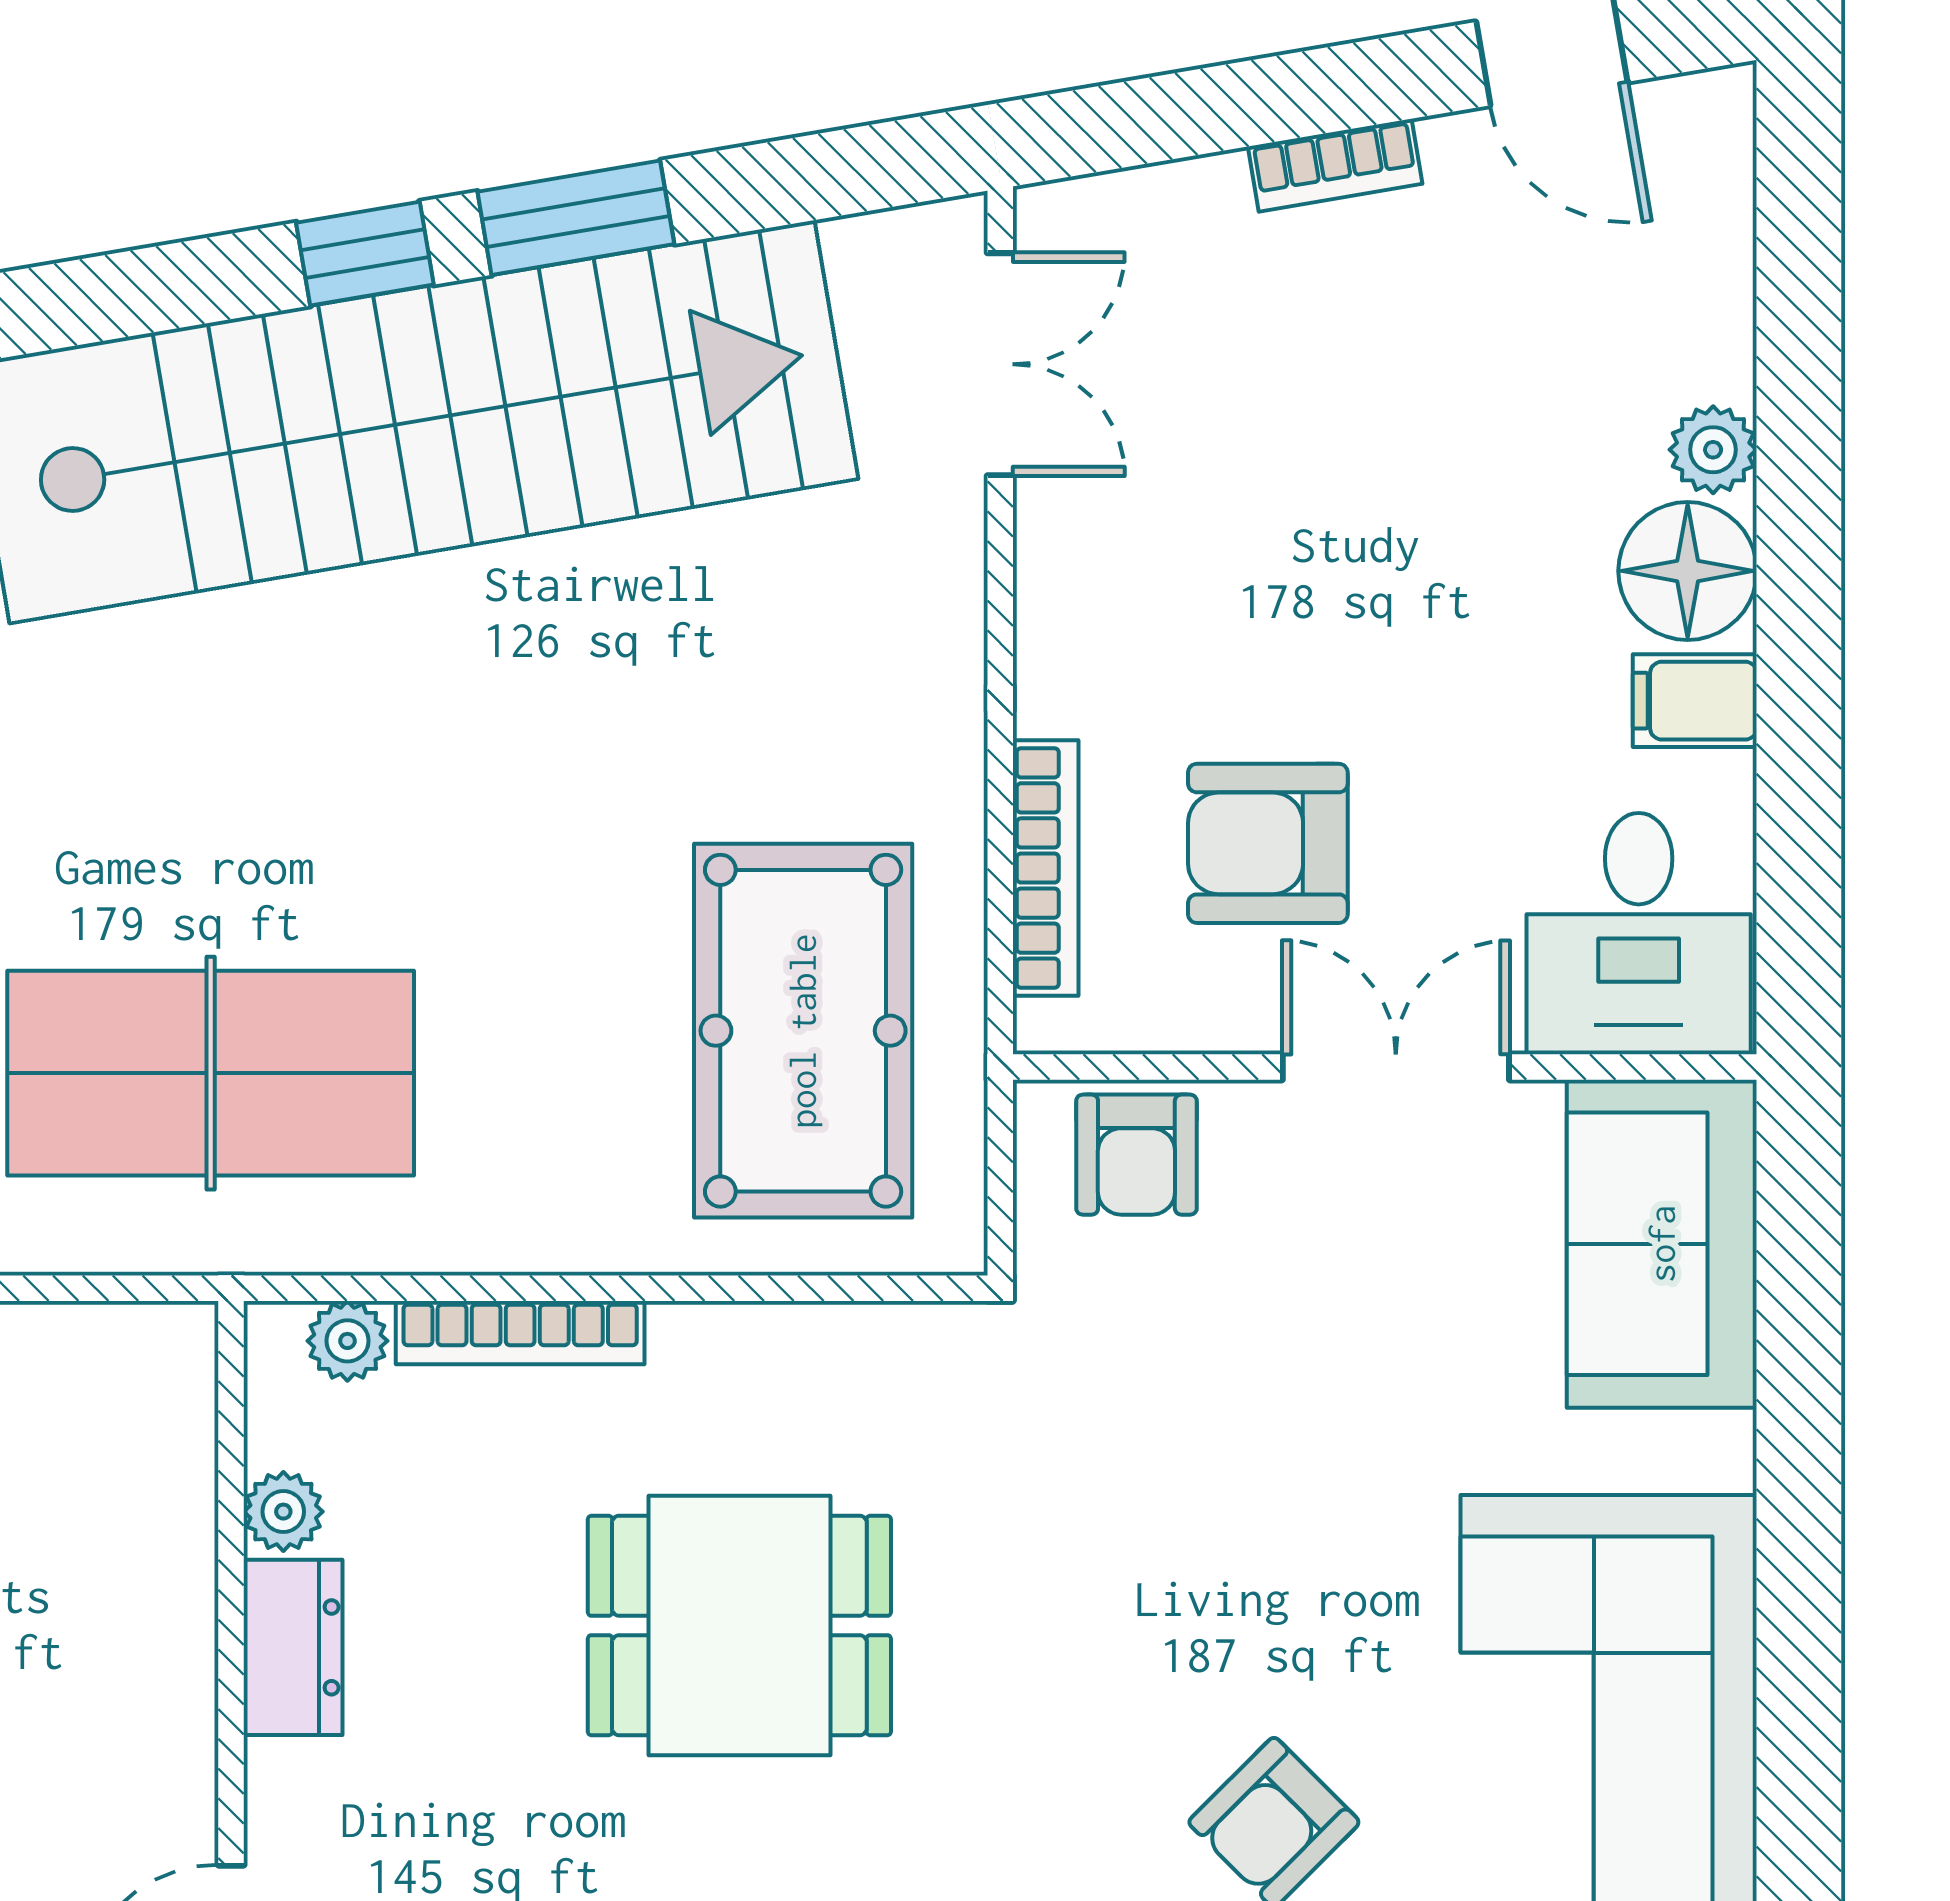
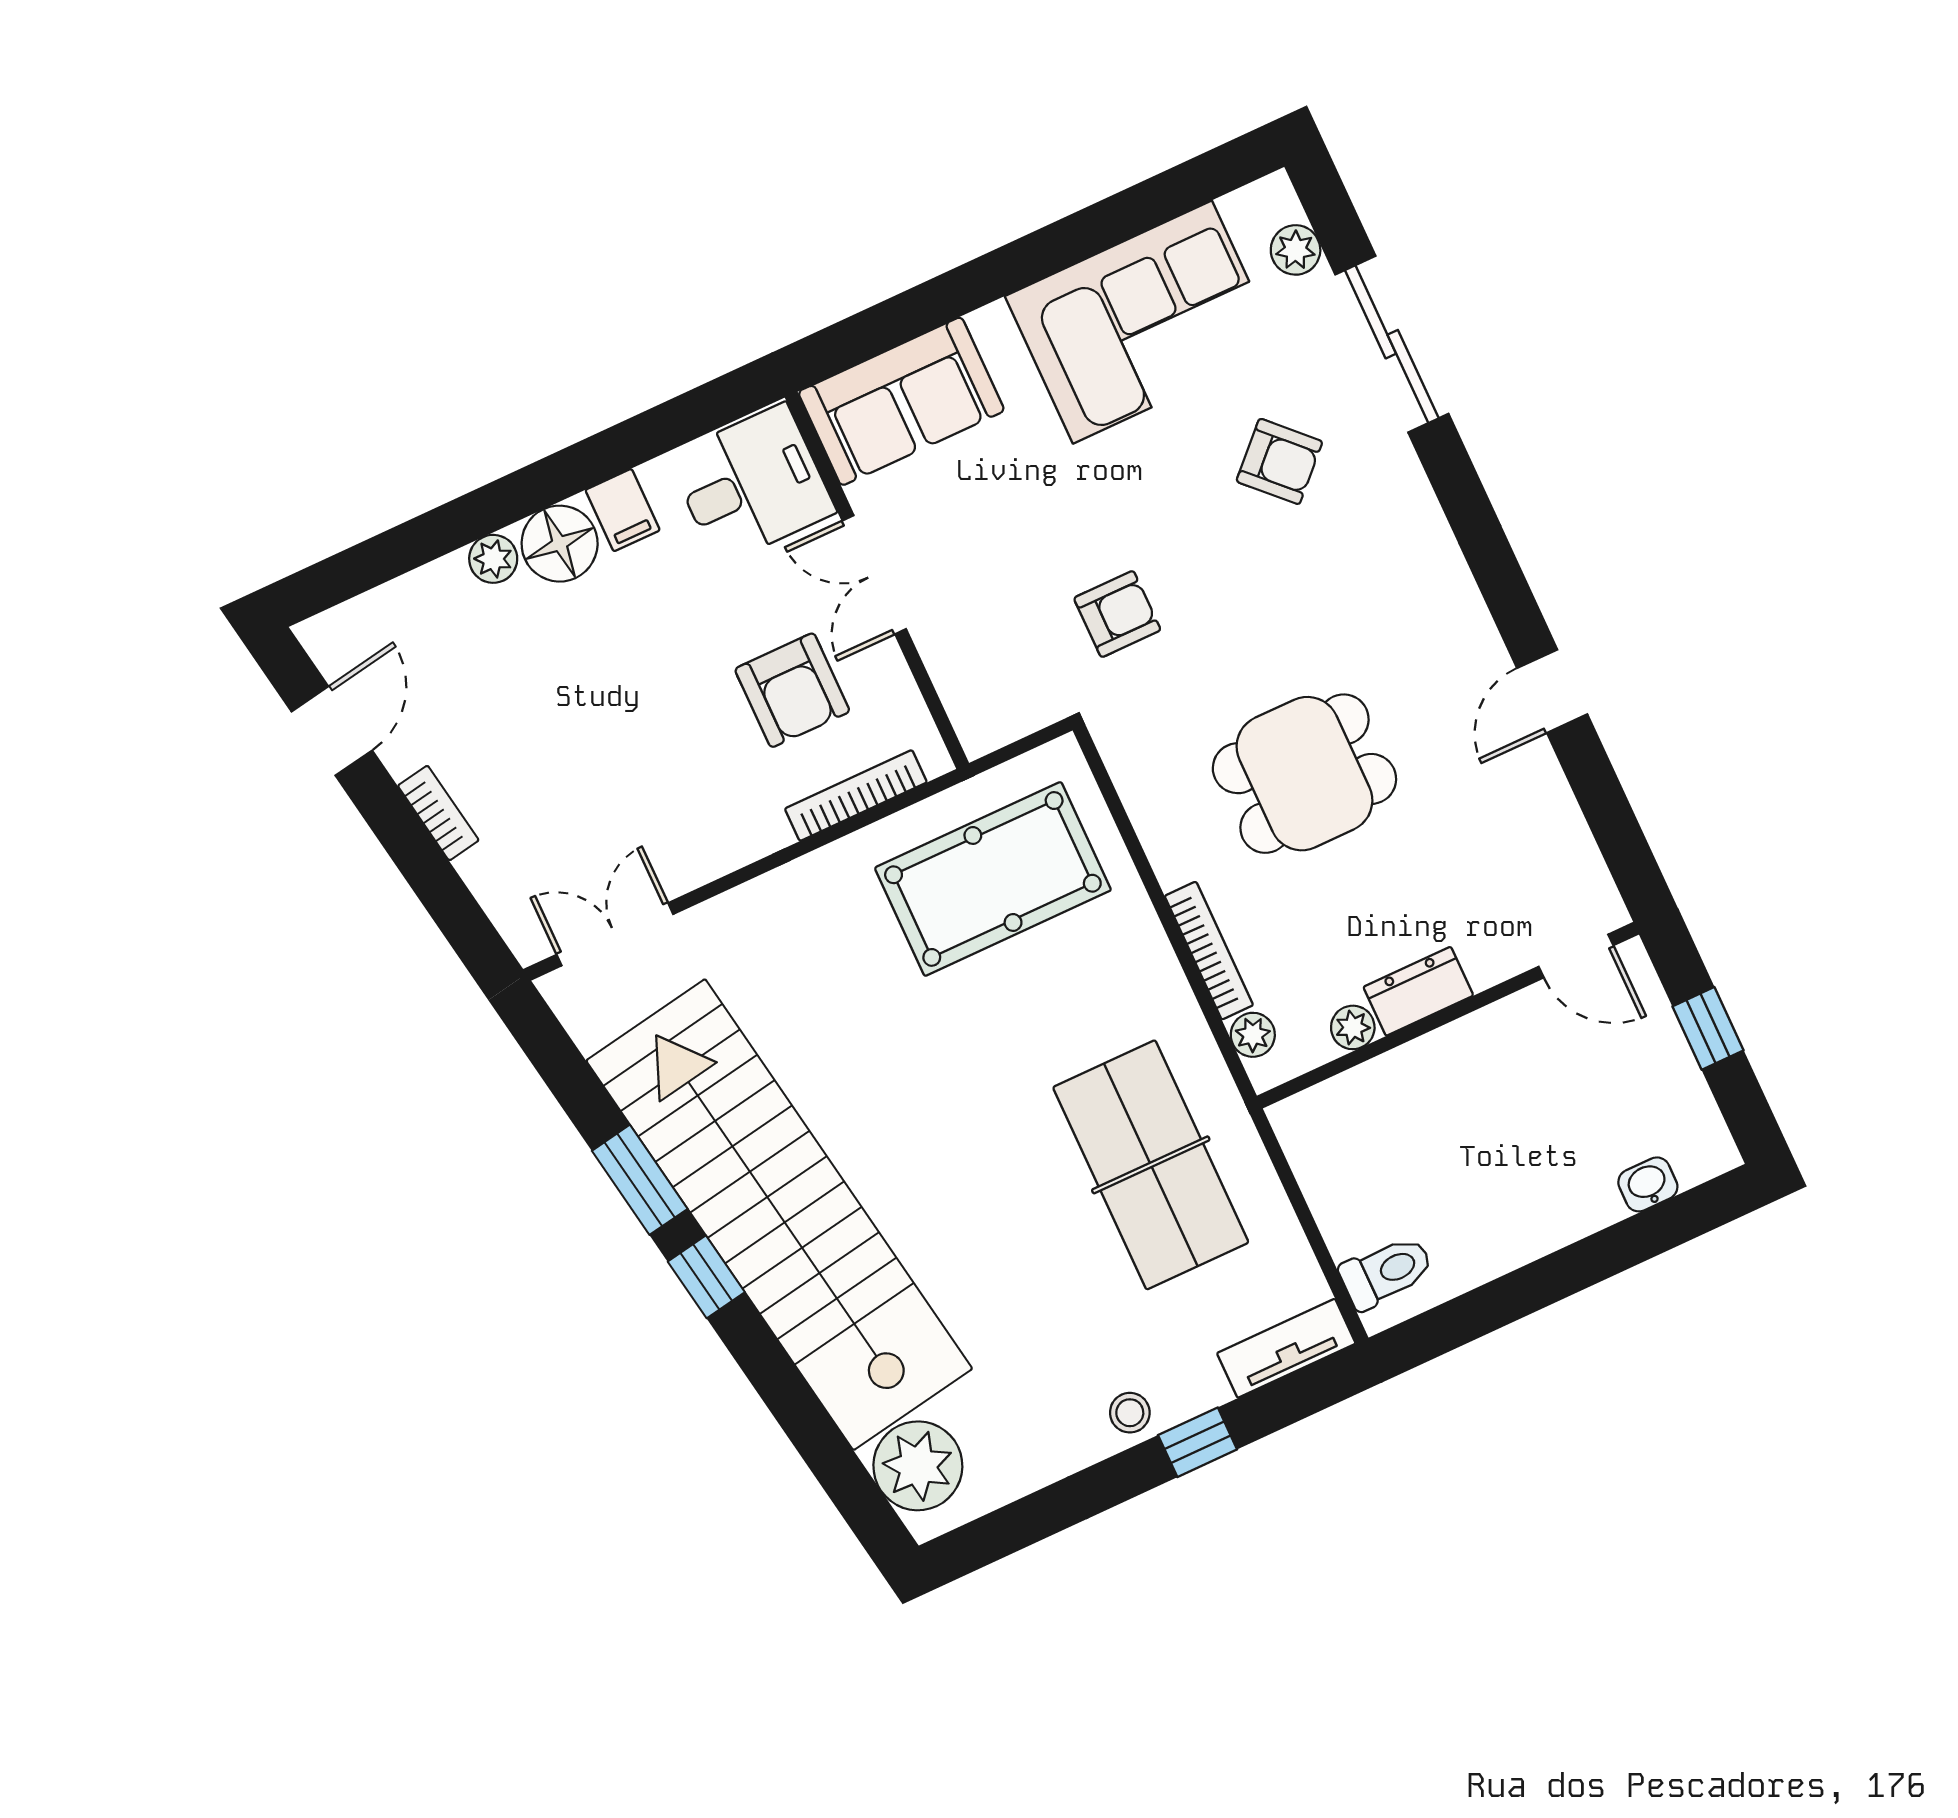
armchair: (1136, 1155) -> (1117, 614), moved
dining table: (739, 1625) -> (1304, 774), turned 90

